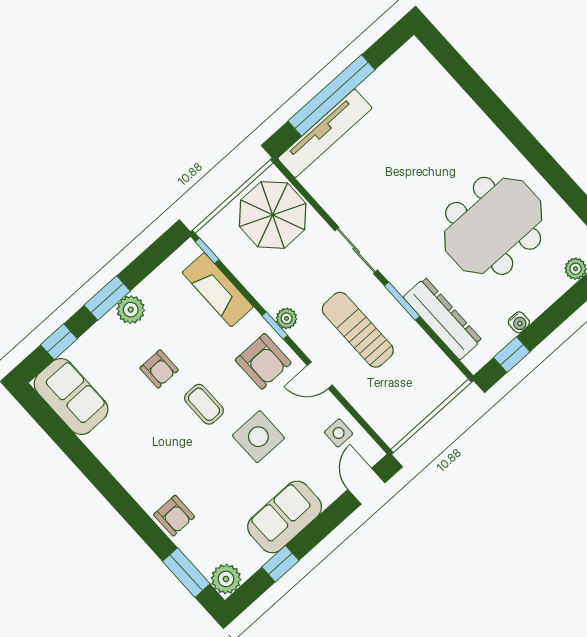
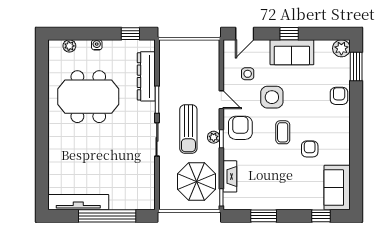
tv unit: (325, 133) -> (78, 202), moved
parasol: (273, 215) -> (197, 182), moved
fireplace: (218, 290) -> (230, 176), width x0.73, depth x0.76
window: (107, 298) -> (264, 216), moved
plant: (131, 310) -> (277, 202), removed
water cooler: (519, 322) -> (97, 45), moved
sun lounger: (358, 330) -> (188, 129), moved
armchair: (159, 369) -> (310, 149), moved
side table: (339, 433) -> (248, 74), moved
window: (280, 564) -> (289, 34), moved

